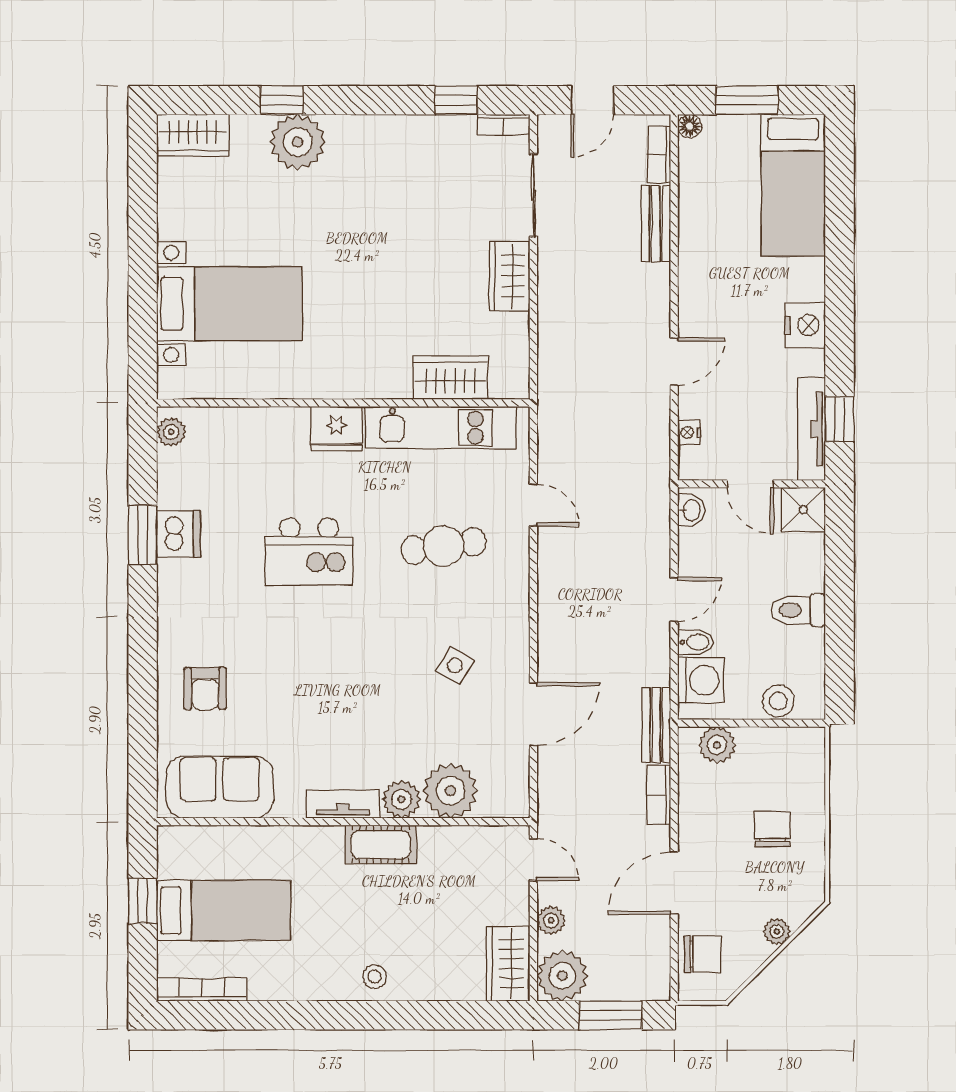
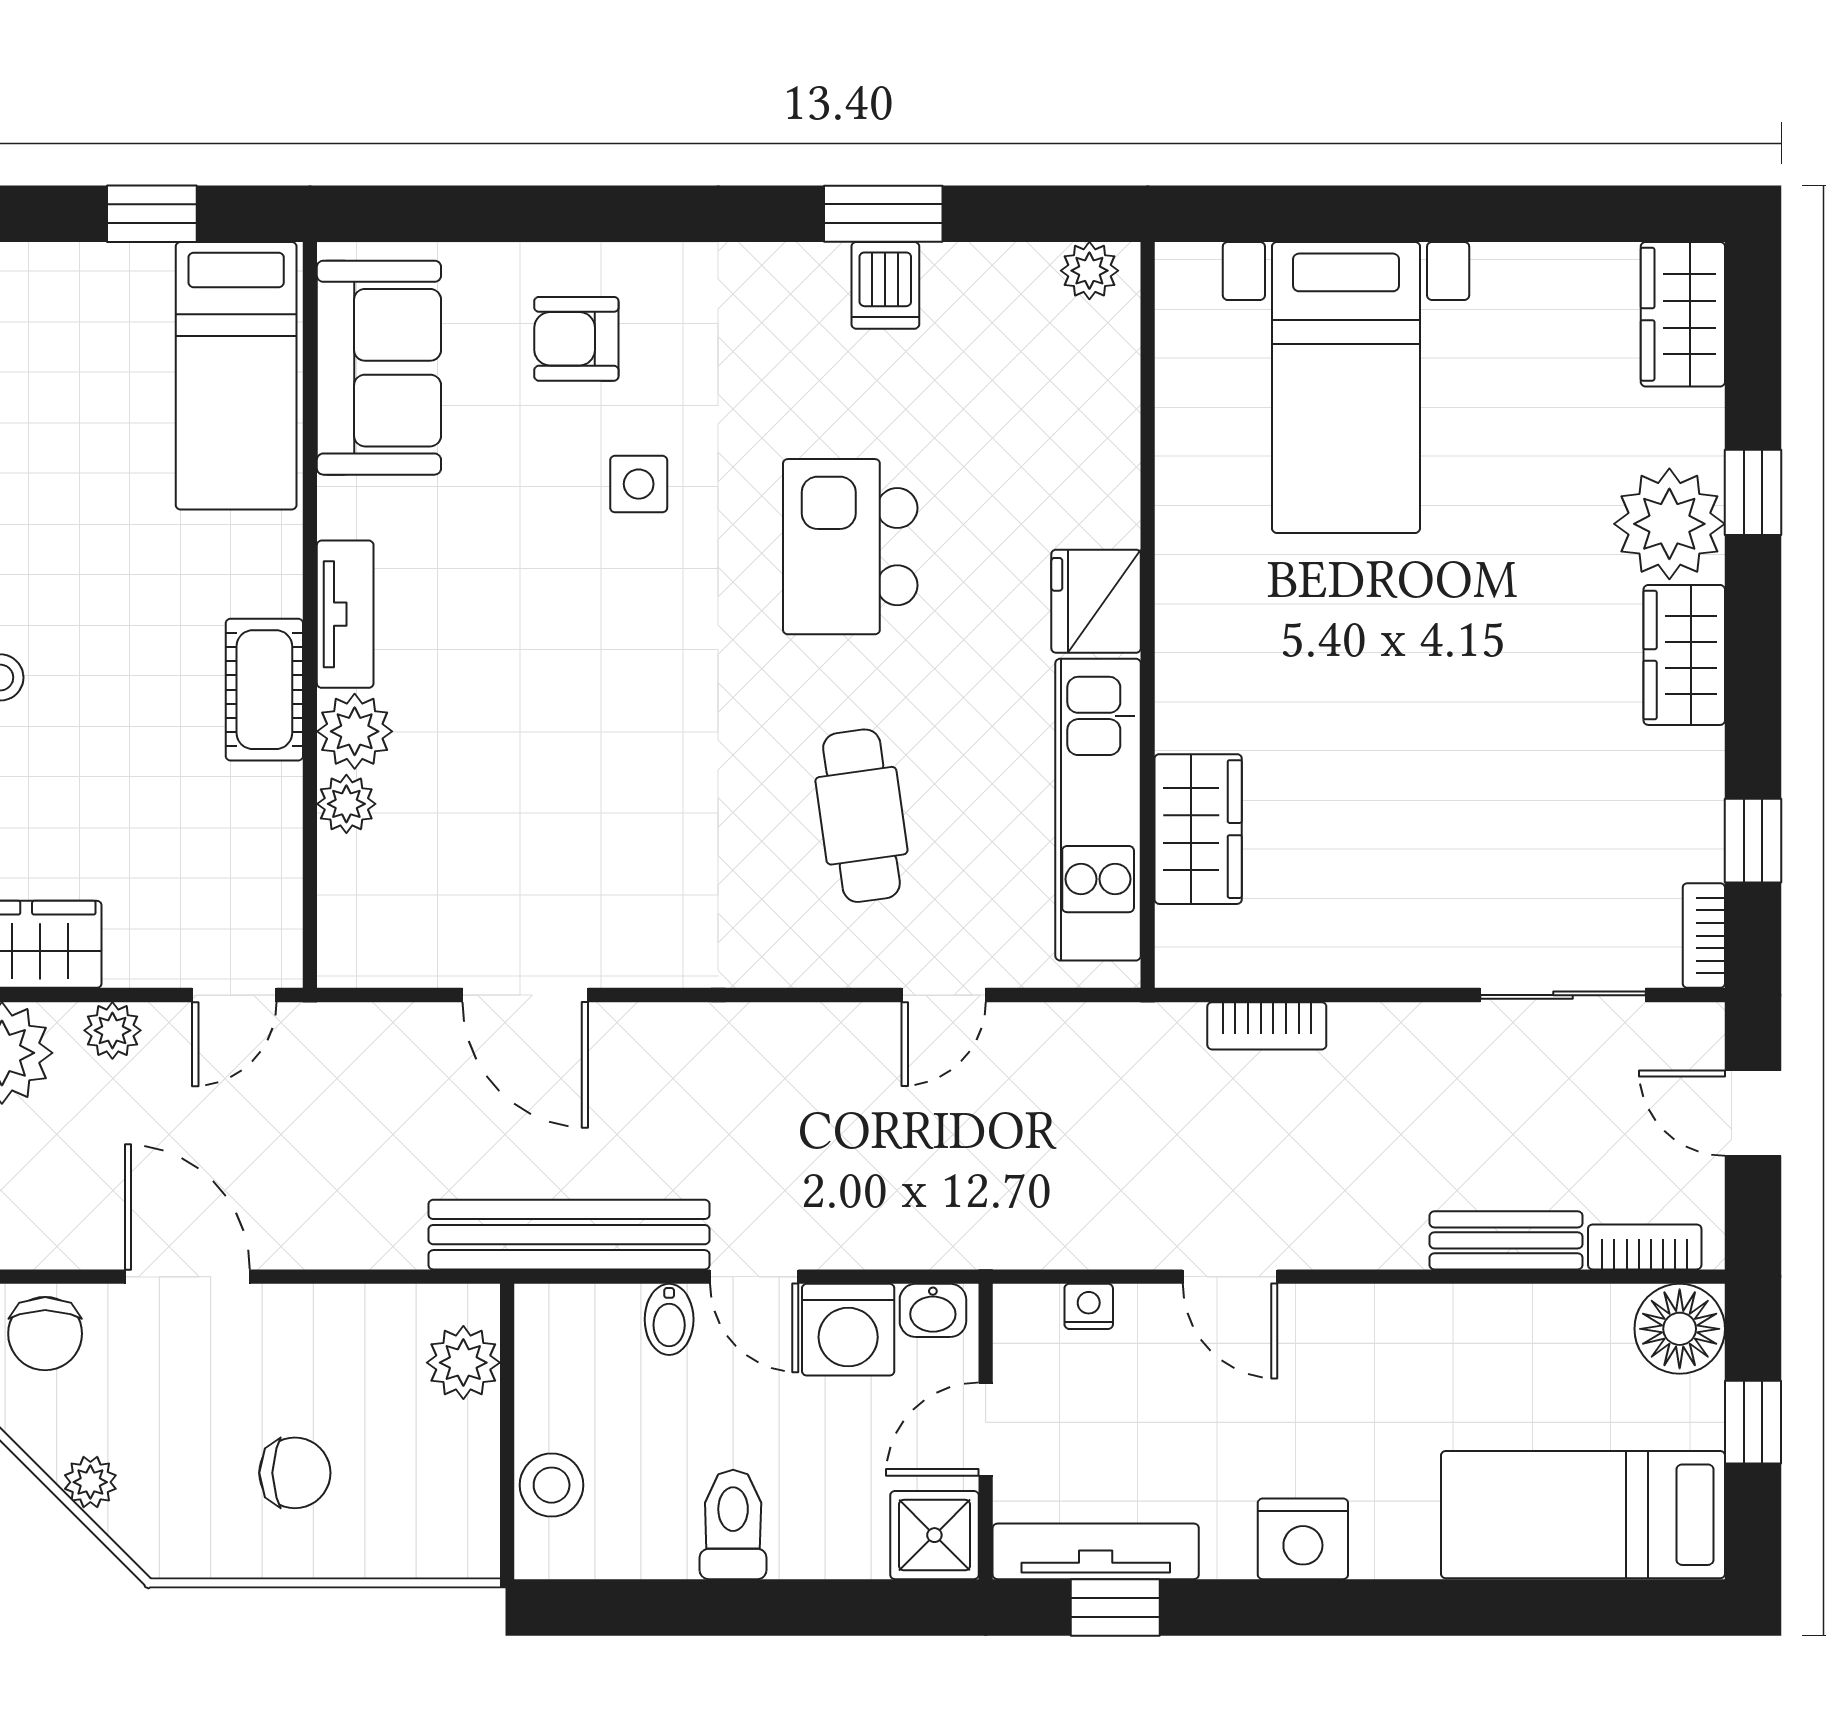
window: (747, 100) -> (1753, 1422), width x0.67
floor lamp: (690, 126) -> (1680, 1329), width x1.89, depth x1.89
wardrobe: (509, 276) -> (1684, 655), moved, turned -90
dishwasher: (178, 534) -> (885, 285), width x0.73
side table: (455, 666) -> (639, 484), moved, turned -31
washing machine: (701, 680) -> (848, 1330), moved
bench: (656, 725) -> (569, 1235), width x1.86, depth x1.21
plant: (451, 791) -> (346, 804), width x0.53, depth x0.53
bookcase: (659, 795) -> (1267, 1026), moved, turned 180
bed: (224, 911) -> (236, 376), moved

